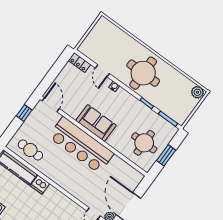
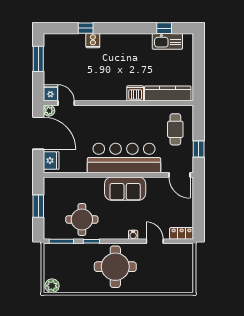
round table: (144, 143) -> (82, 219), moved
cafe table: (30, 150) -> (175, 129), moved, turned 90
fridge: (134, 181) -> (51, 161), added

